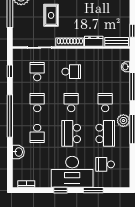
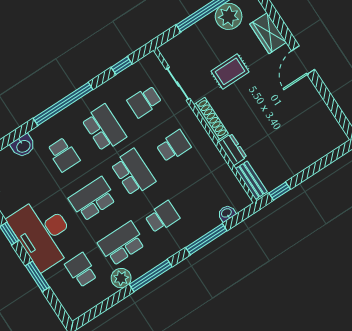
school desk: (37, 72) -> (144, 102), turned 180
school desk: (71, 72) -> (174, 146), turned -90
school desk: (37, 103) -> (104, 128), width x1.85
school desk: (71, 103) -> (133, 173), width x1.85
plant: (123, 121) -> (121, 278), moved
school desk: (37, 133) -> (63, 155), turned -90
school desk: (105, 133) -> (122, 244), turned 180

